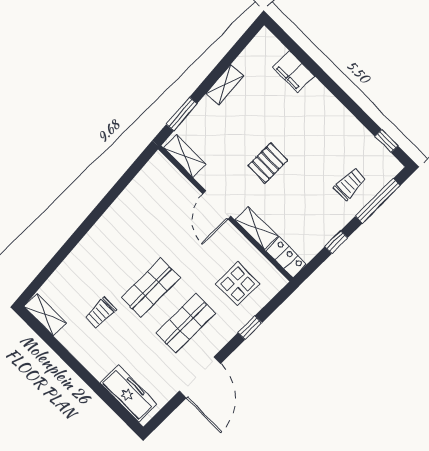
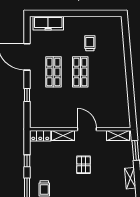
display table: (238, 284) -> (49, 107), removed
shelving: (45, 315) -> (110, 21), removed

